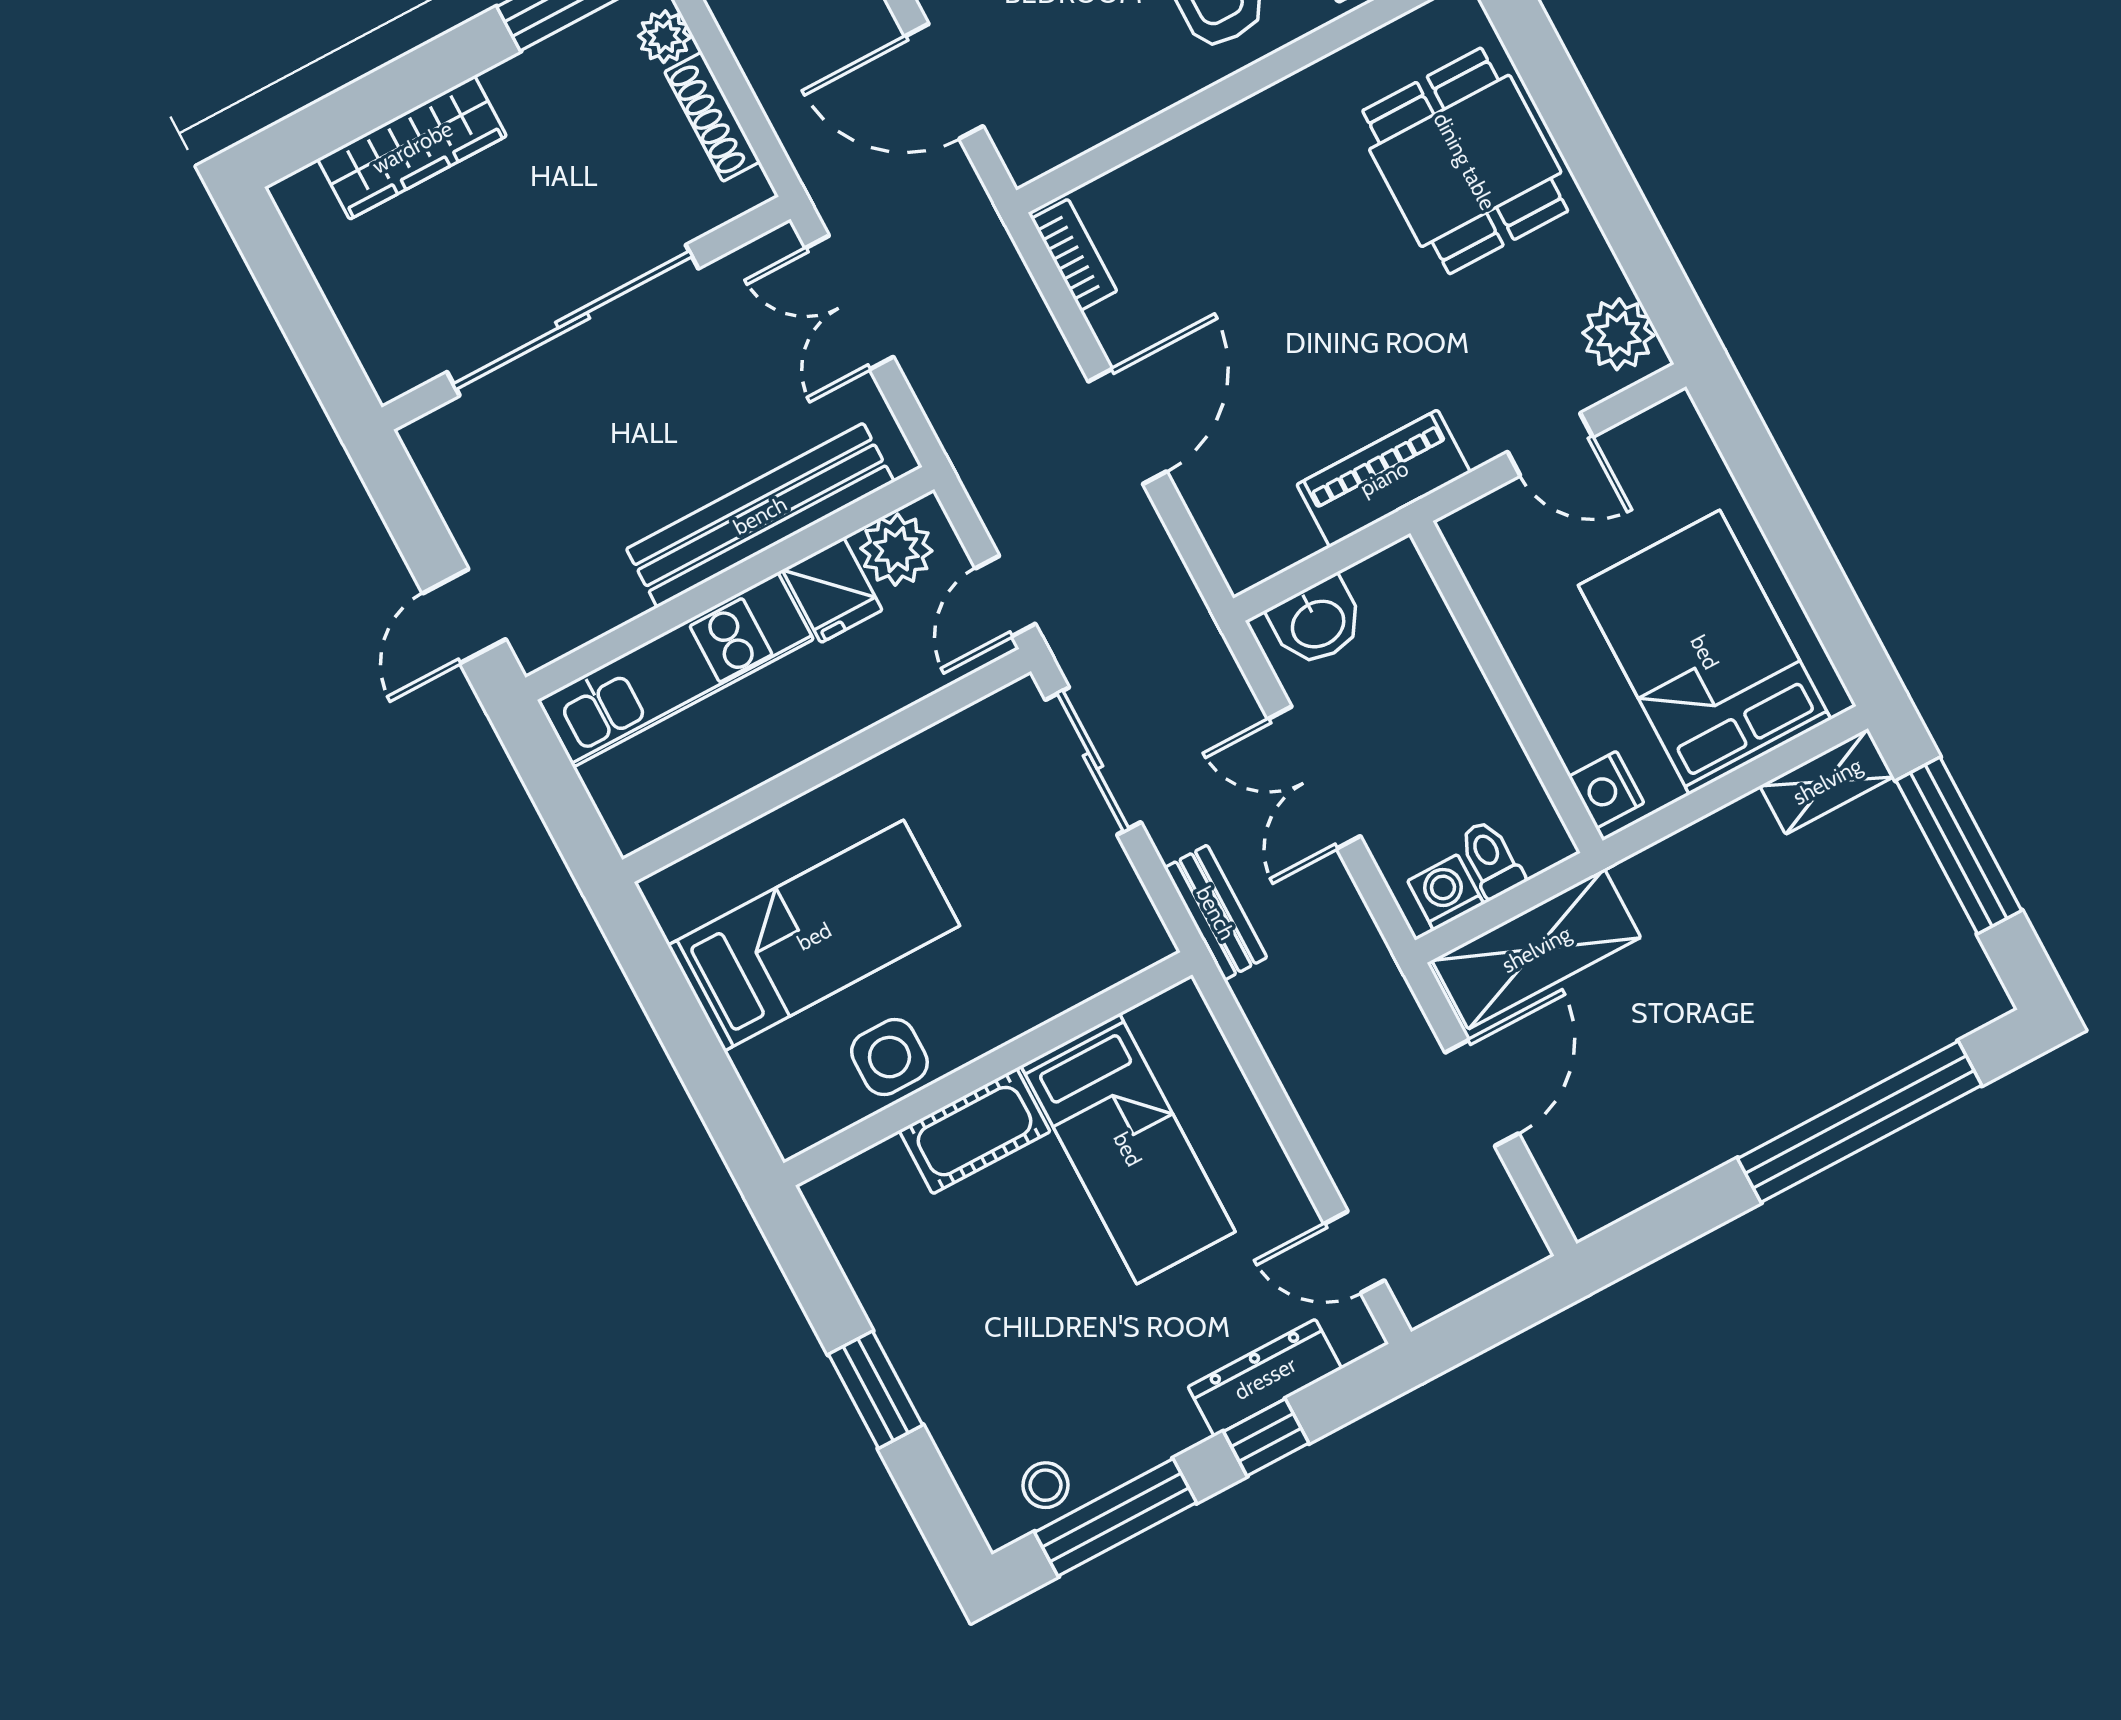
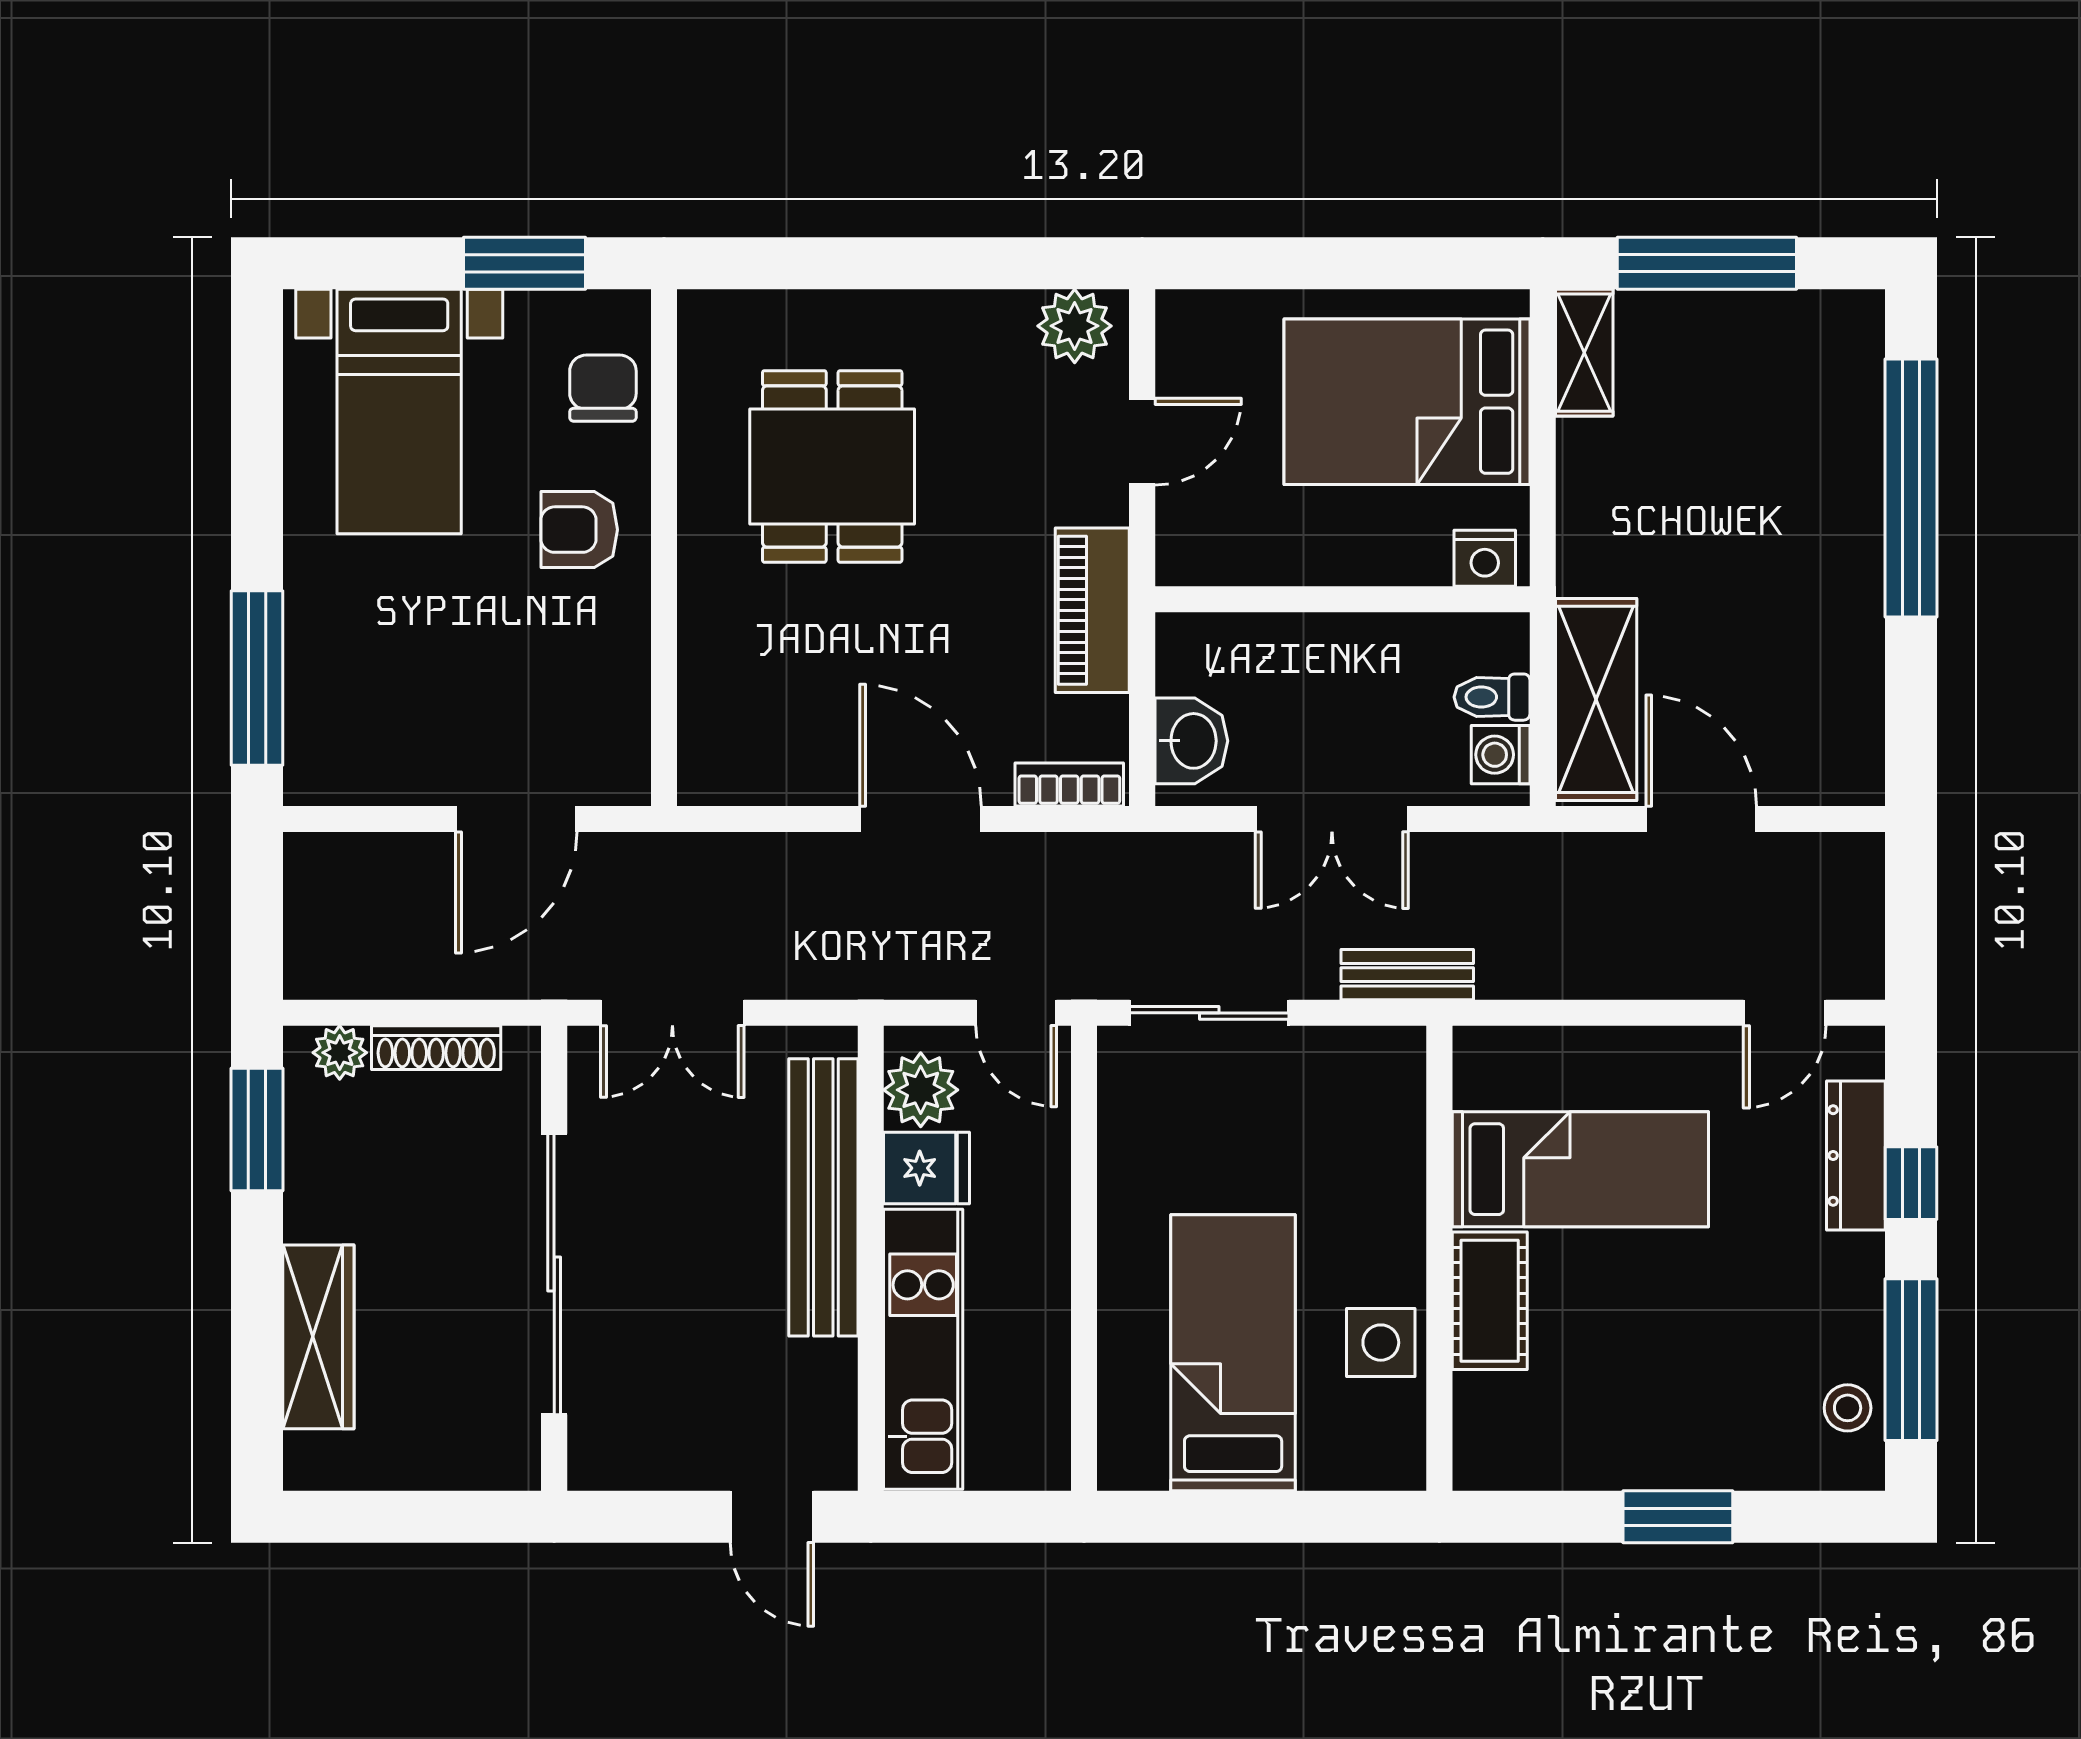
dining table: (1465, 161) -> (832, 466), moved, turned 90
bookcase: (1074, 255) -> (1069, 784), moved

